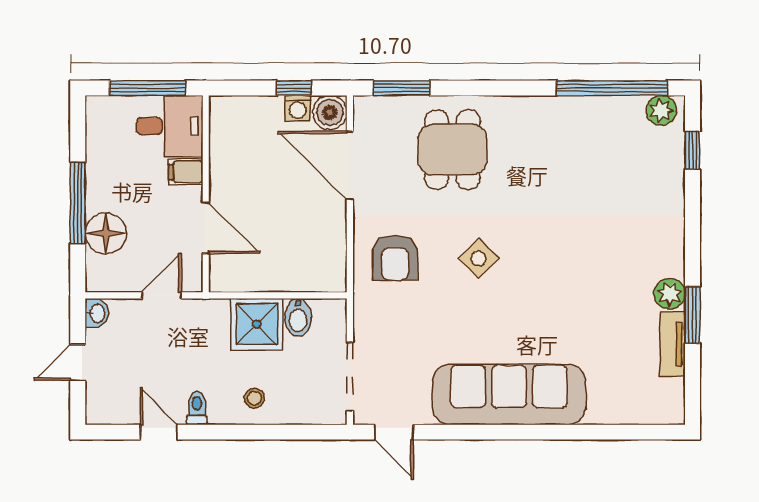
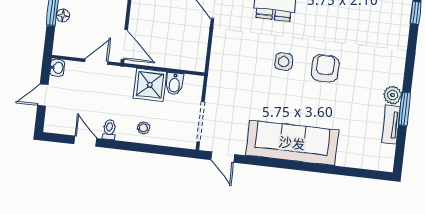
door: (206, 228) -> (124, 44), moved
floor lamp: (106, 233) -> (63, 15), width x0.53, depth x0.53
armchair: (395, 258) -> (325, 68), moved, turned 180
side table: (479, 258) -> (284, 62), turned 45

